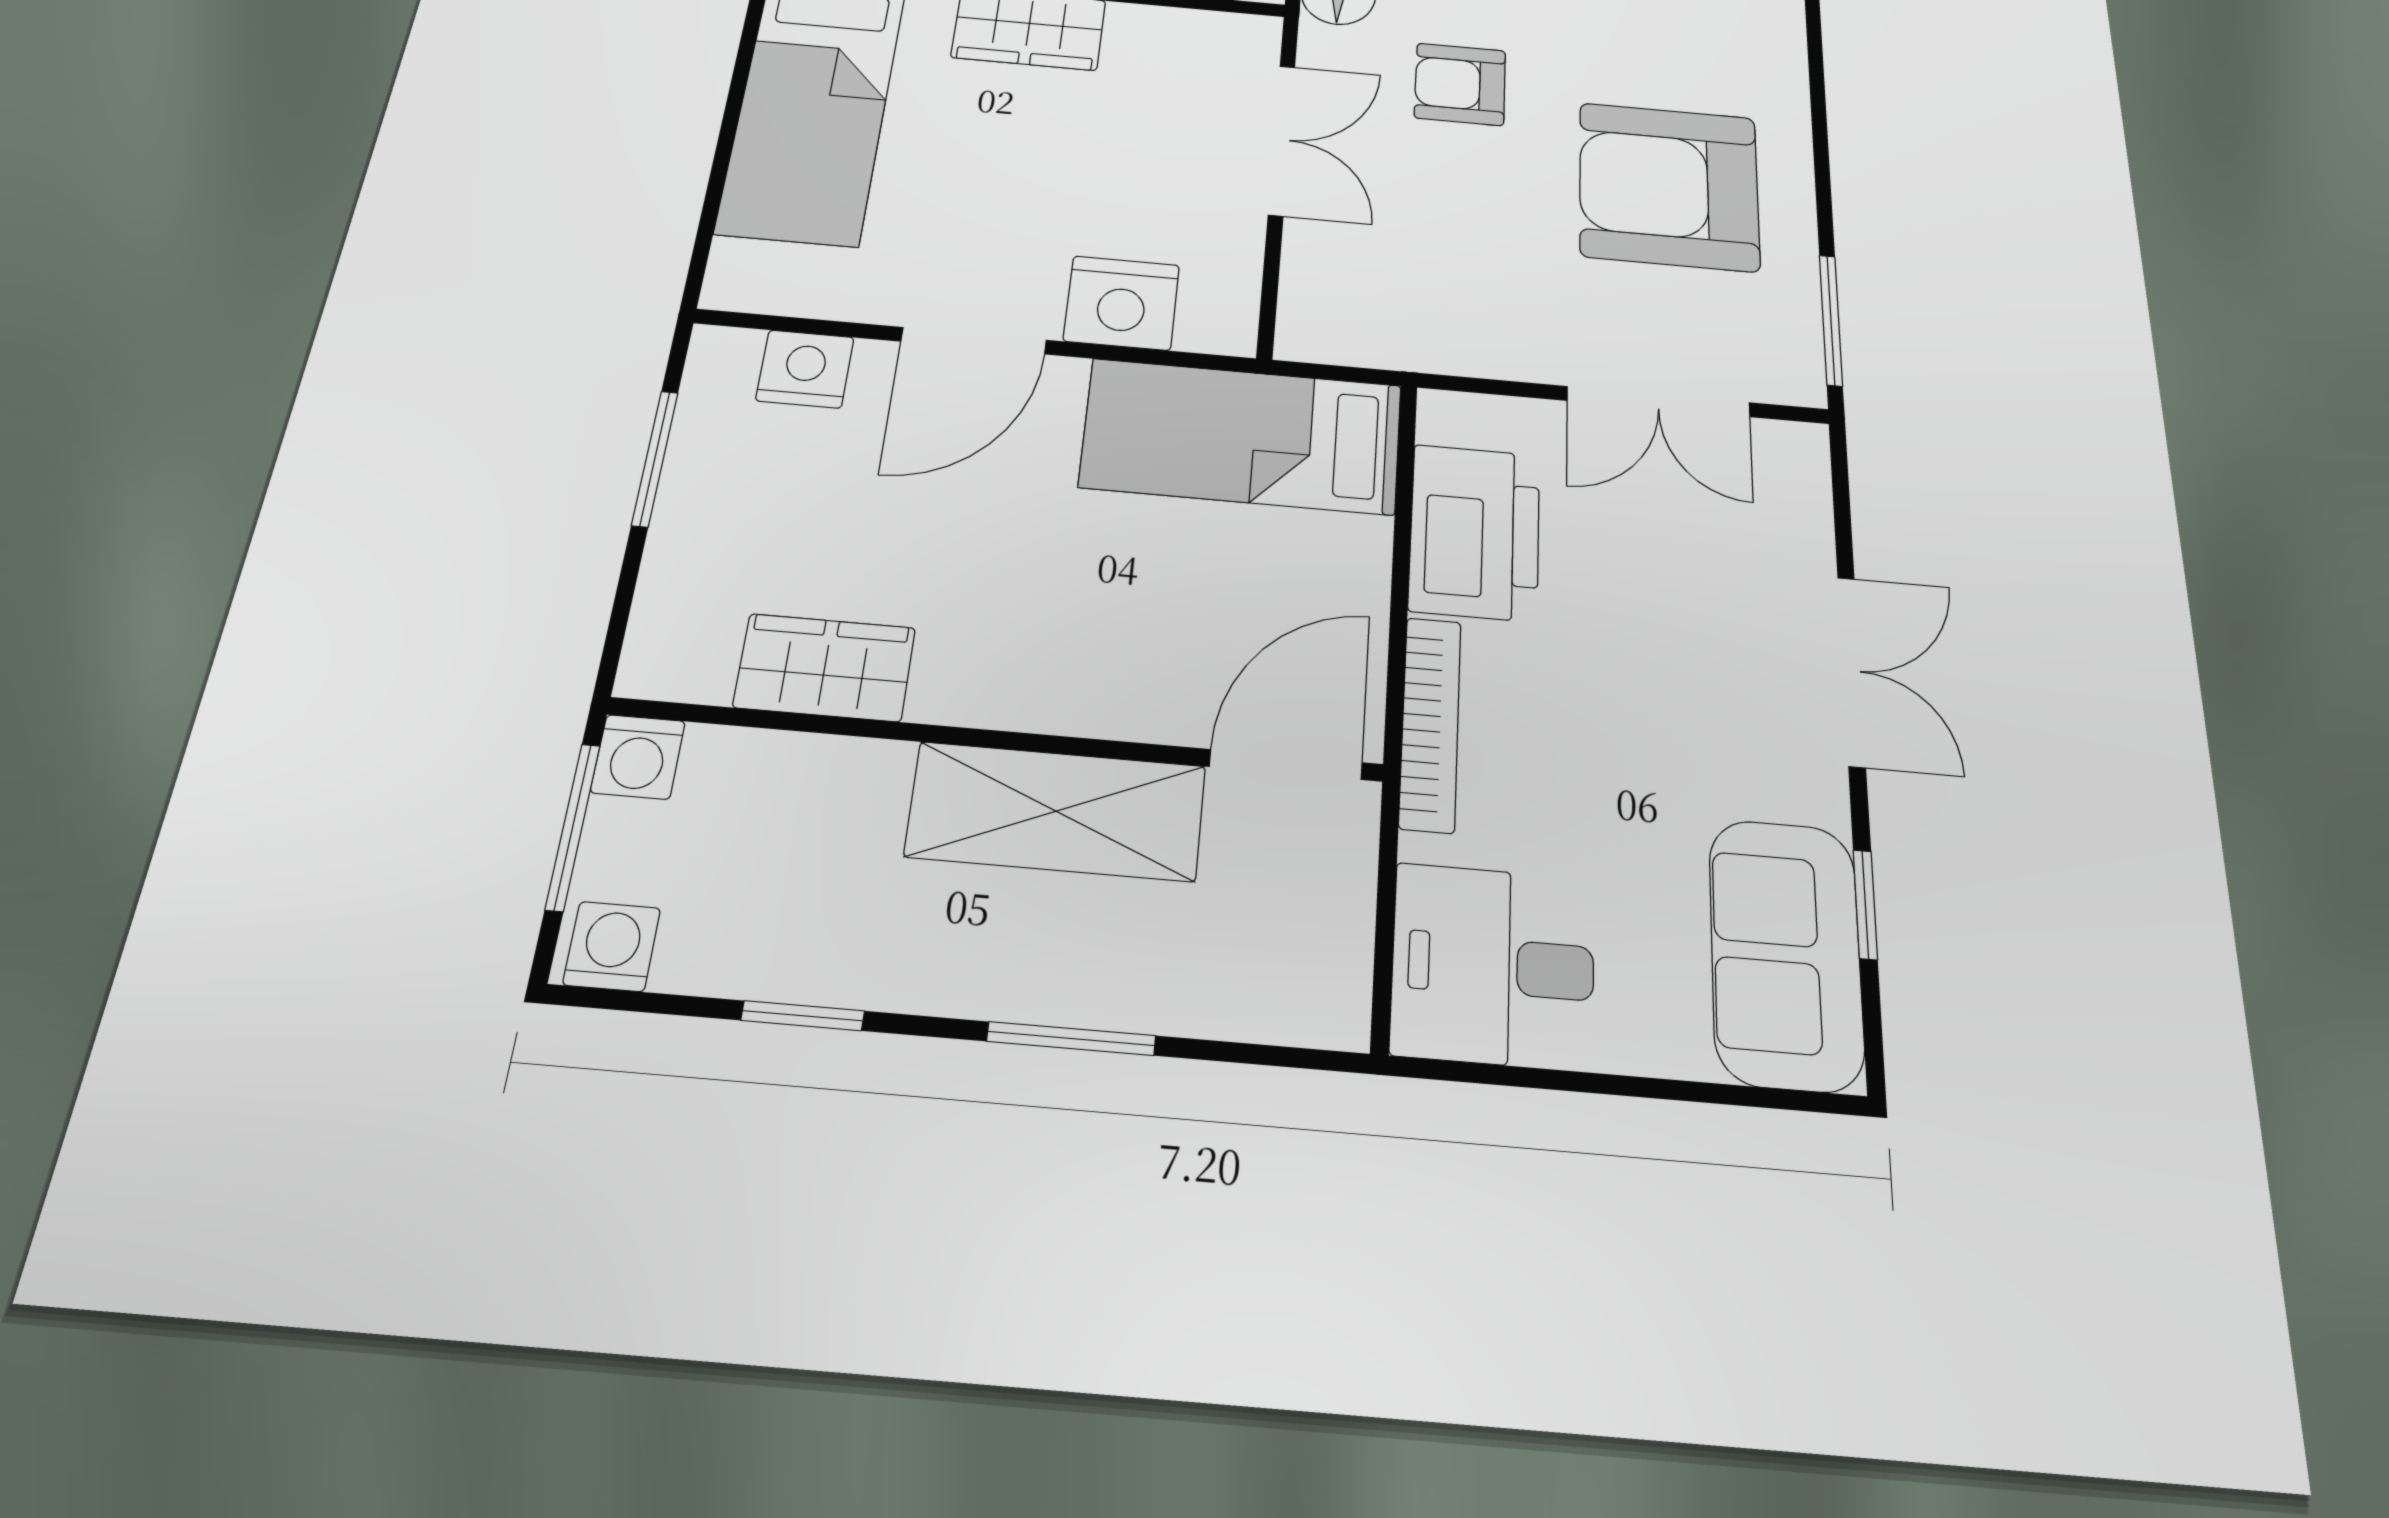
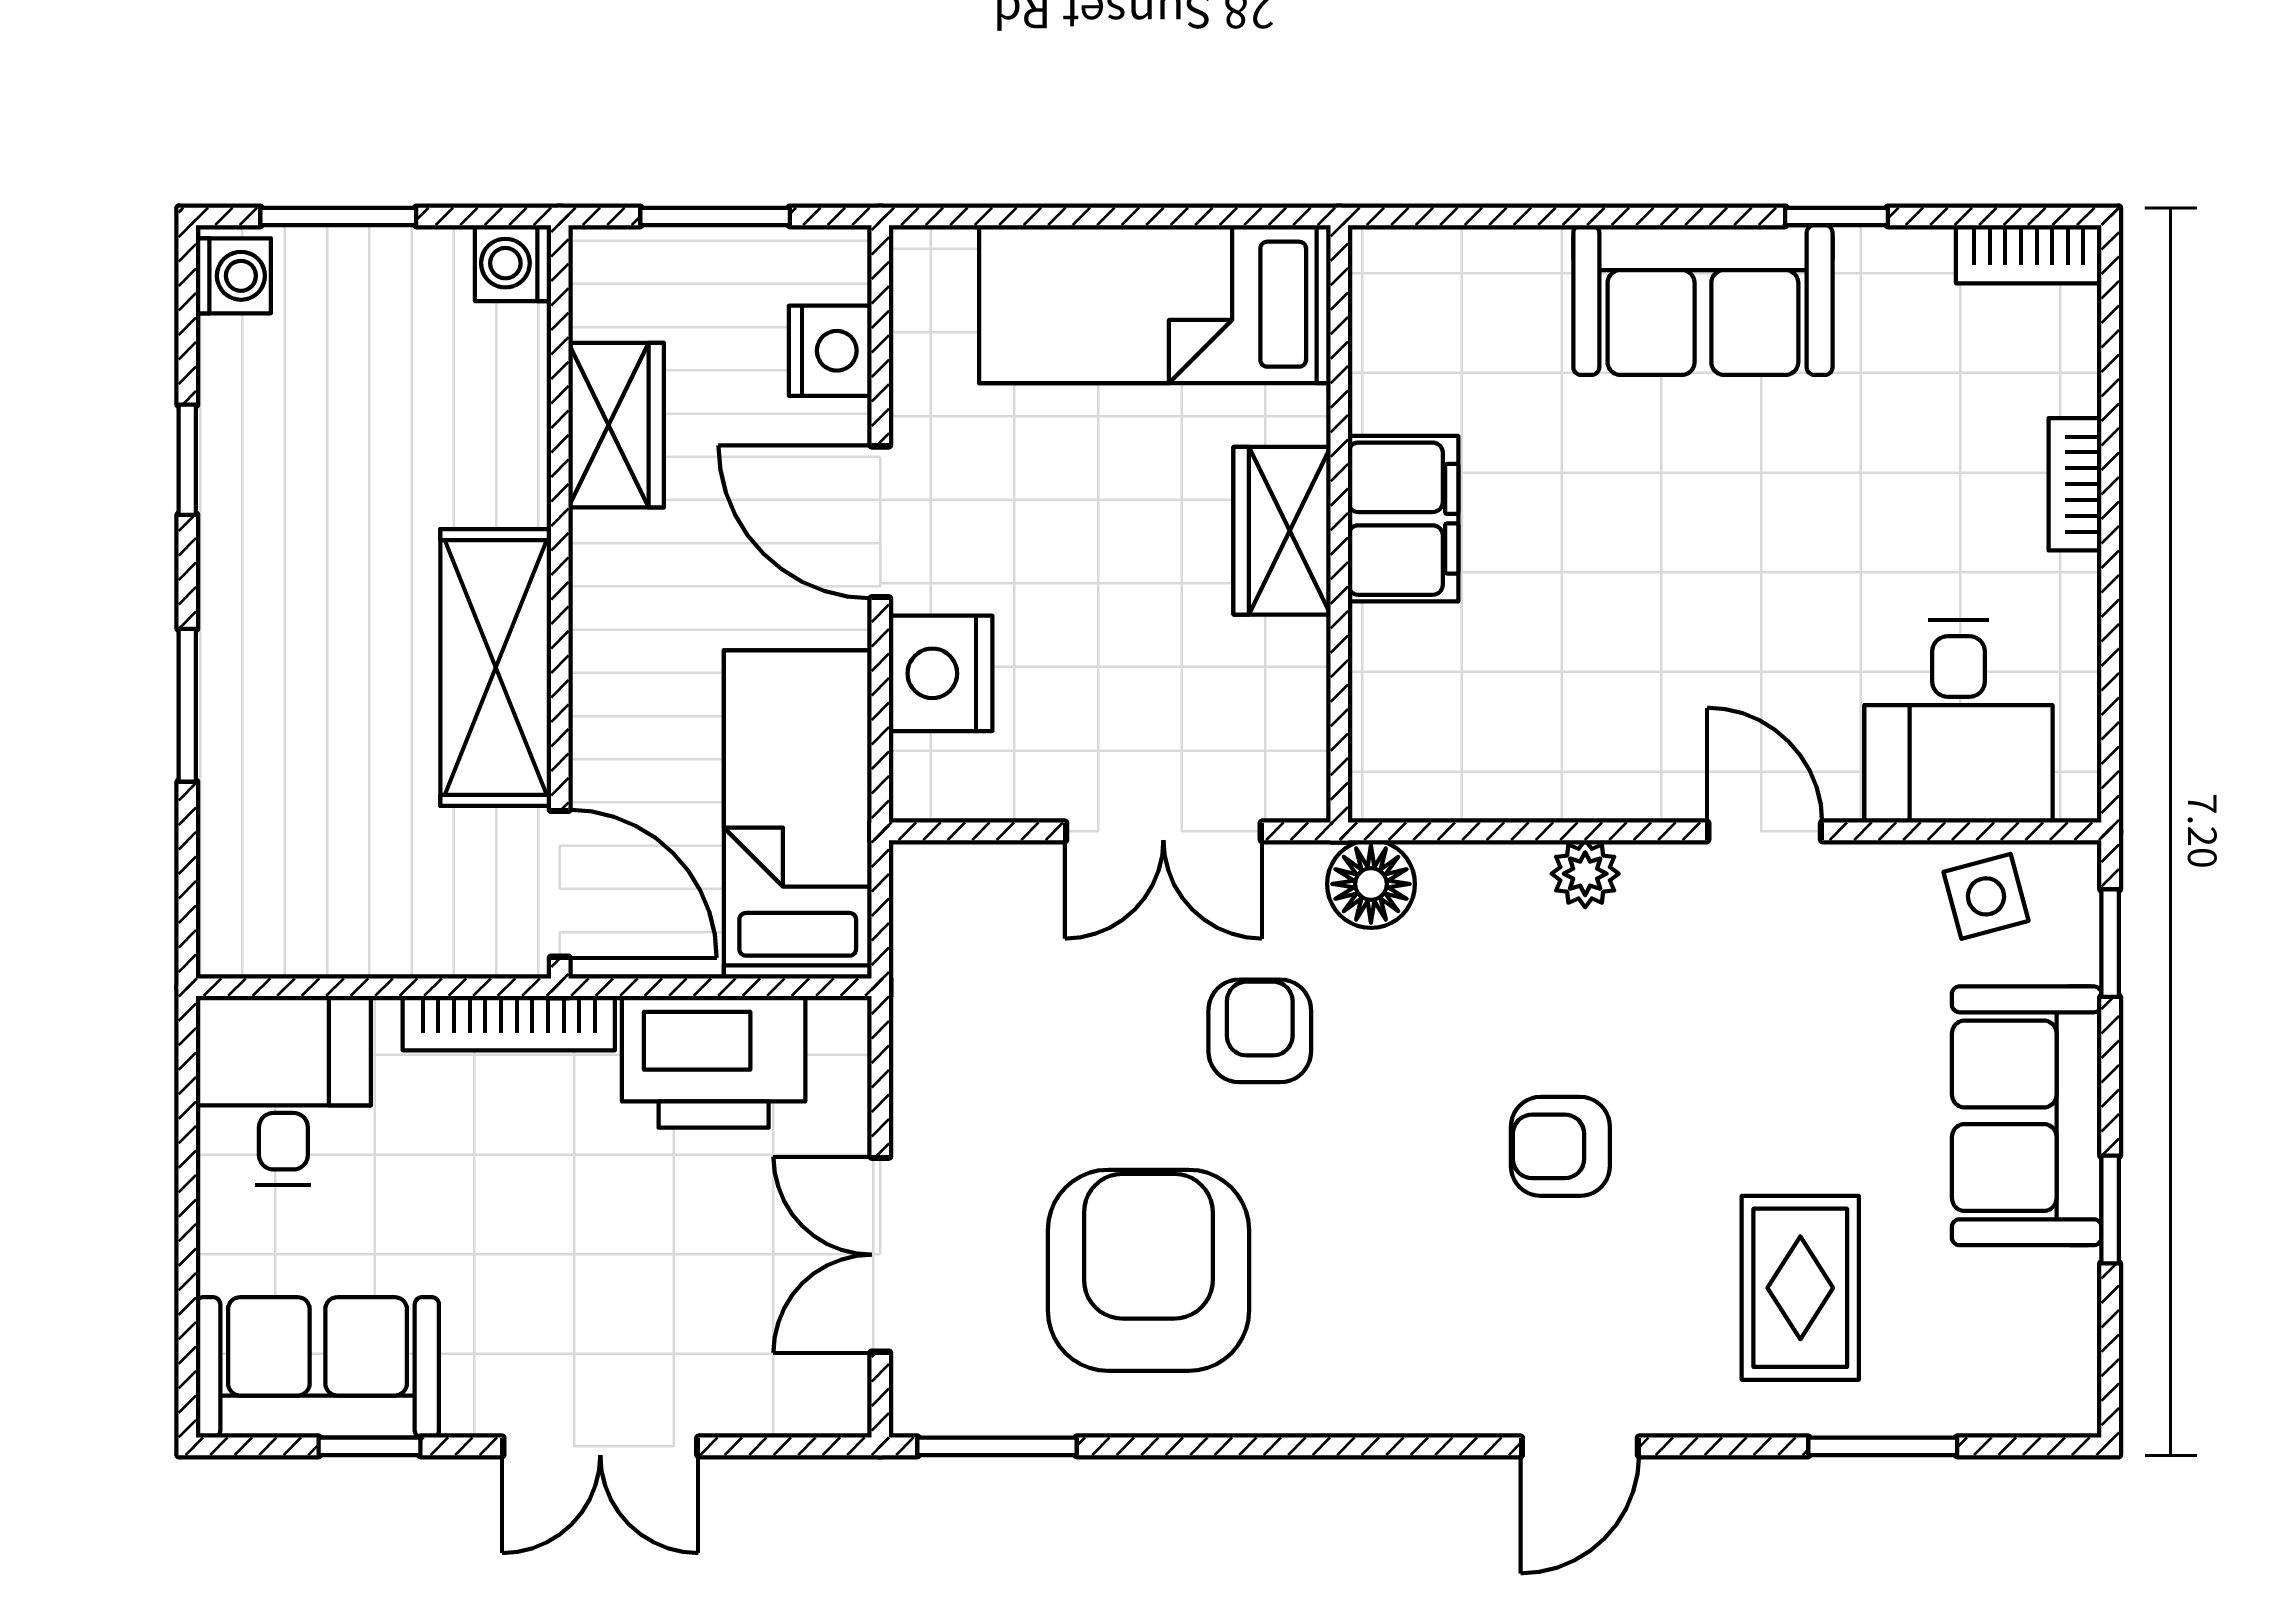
wardrobe: (825, 668) -> (616, 425), moved
wall: (997, 740) -> (560, 602), moved
washing machine: (638, 757) -> (513, 263), moved
door: (1286, 765) -> (560, 884), moved
shelving: (1056, 811) -> (496, 667), moved

